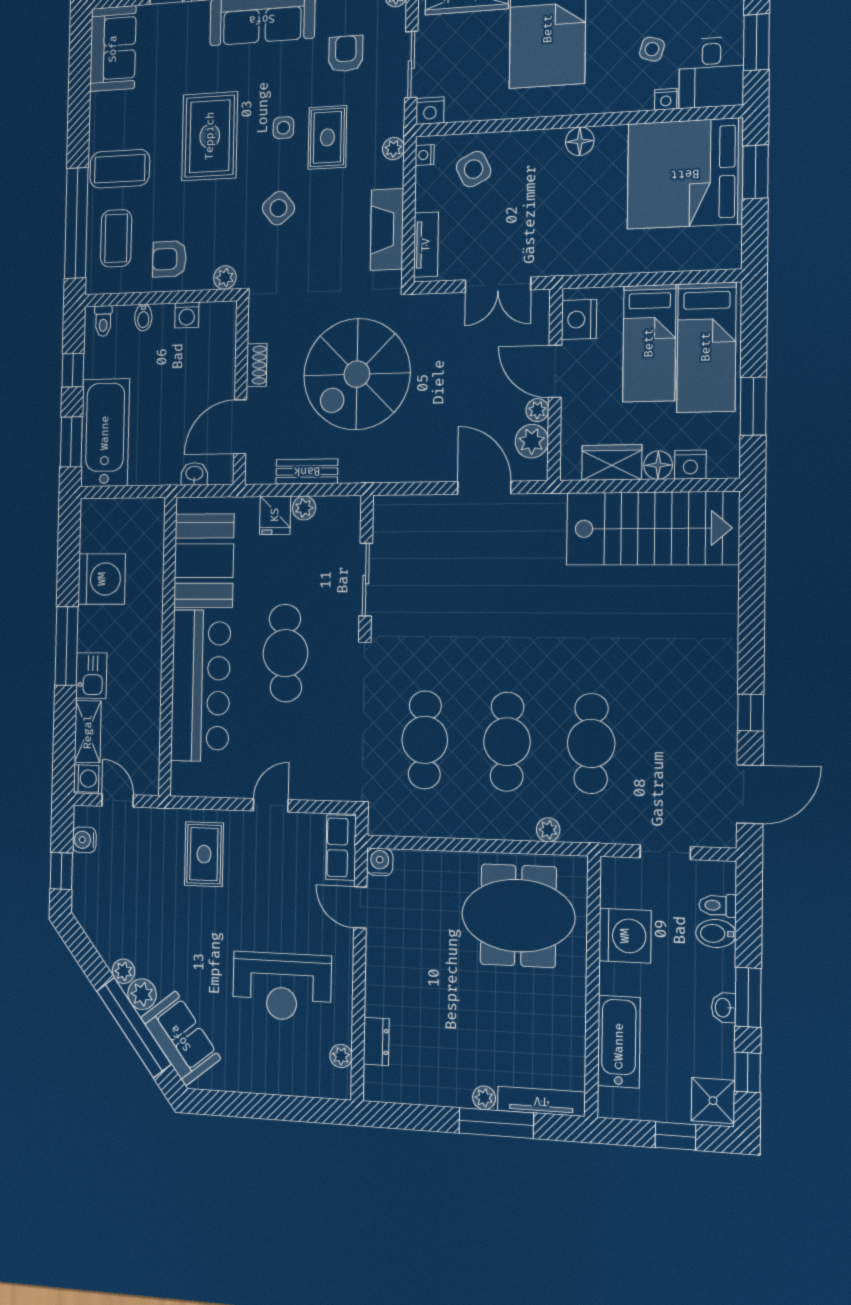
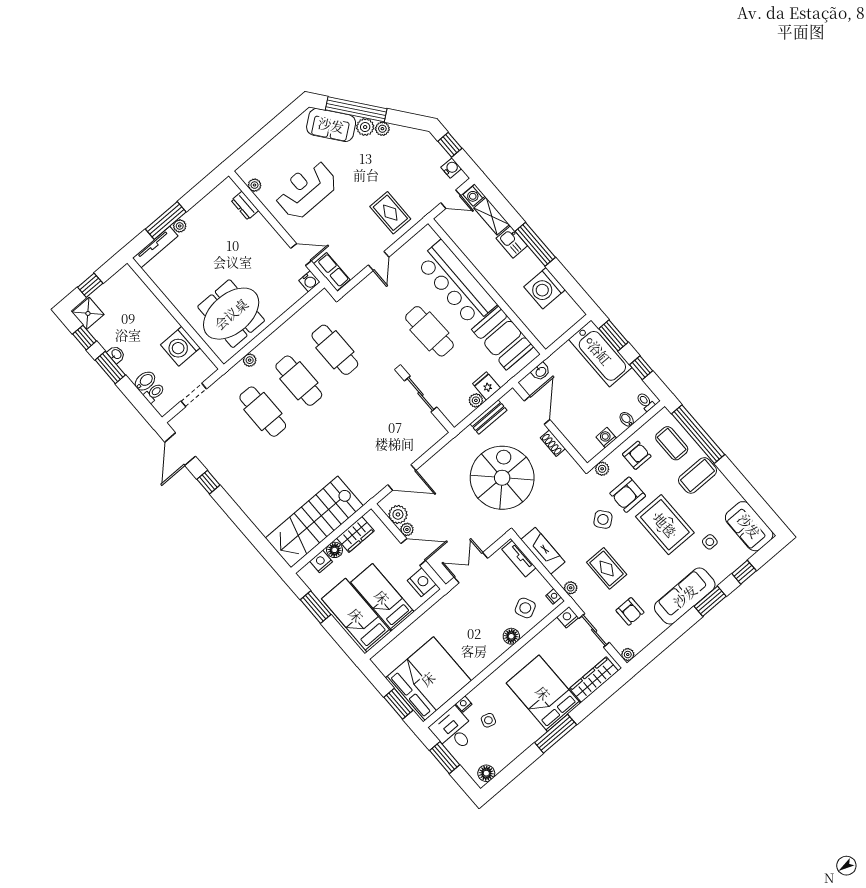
side table: (283, 128) -> (710, 542), moved
floor lamp: (580, 141) -> (511, 636), moved
armchair: (222, 216) -> (628, 495), added
bathtub: (619, 1042) -> (145, 301), removed

